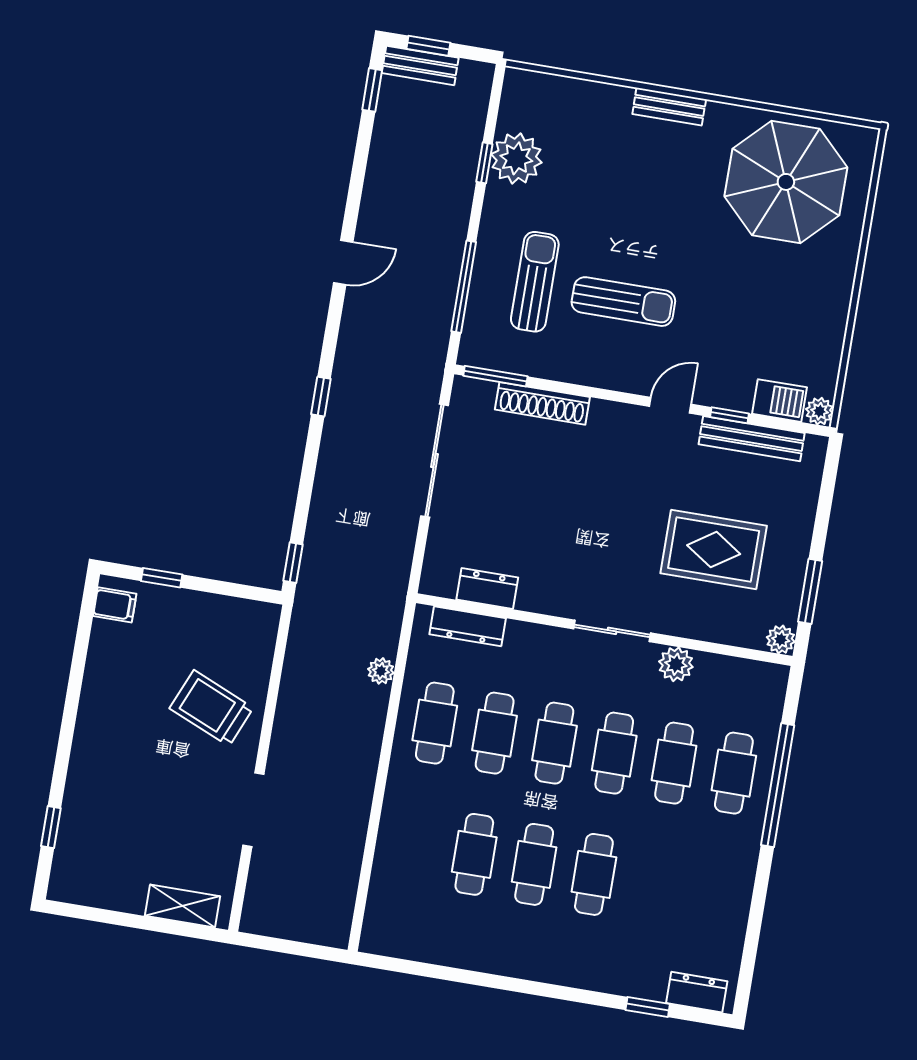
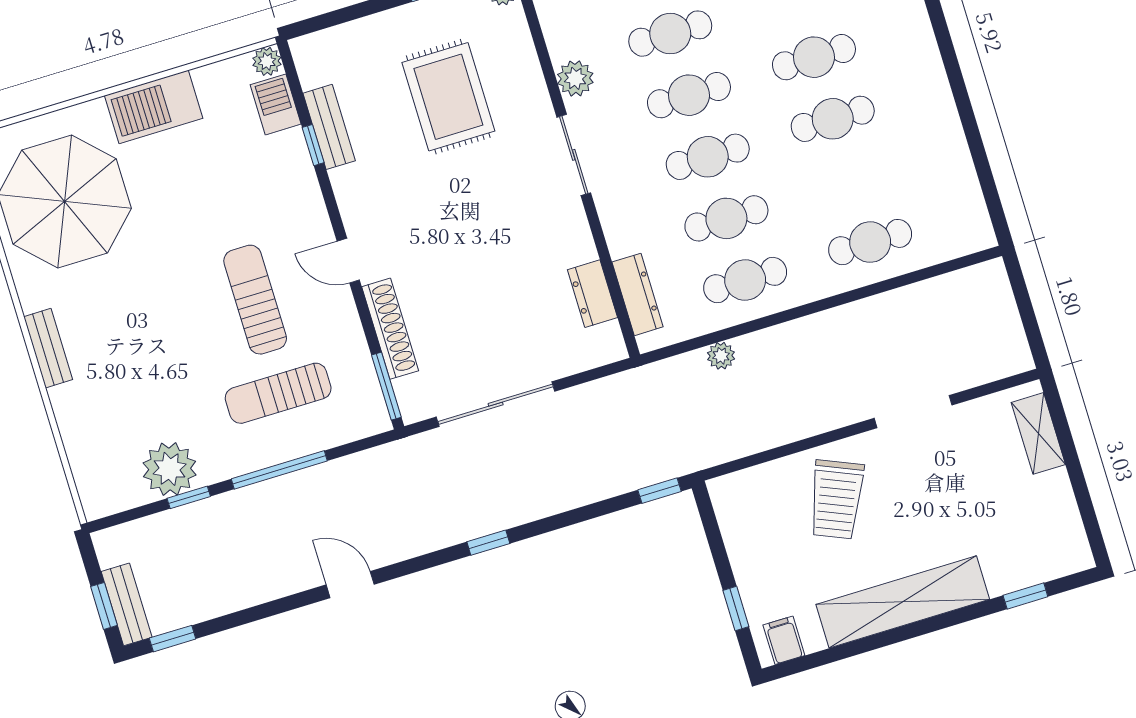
window: (464, 287) -> (279, 470), moved
barbecue: (828, 297) -> (154, 107), added
door: (670, 405) -> (348, 261), moved
bench: (752, 439) -> (329, 127), width x0.73
shelving: (97, 721) -> (903, 602), added
cafe table: (474, 854) -> (870, 242), moved

